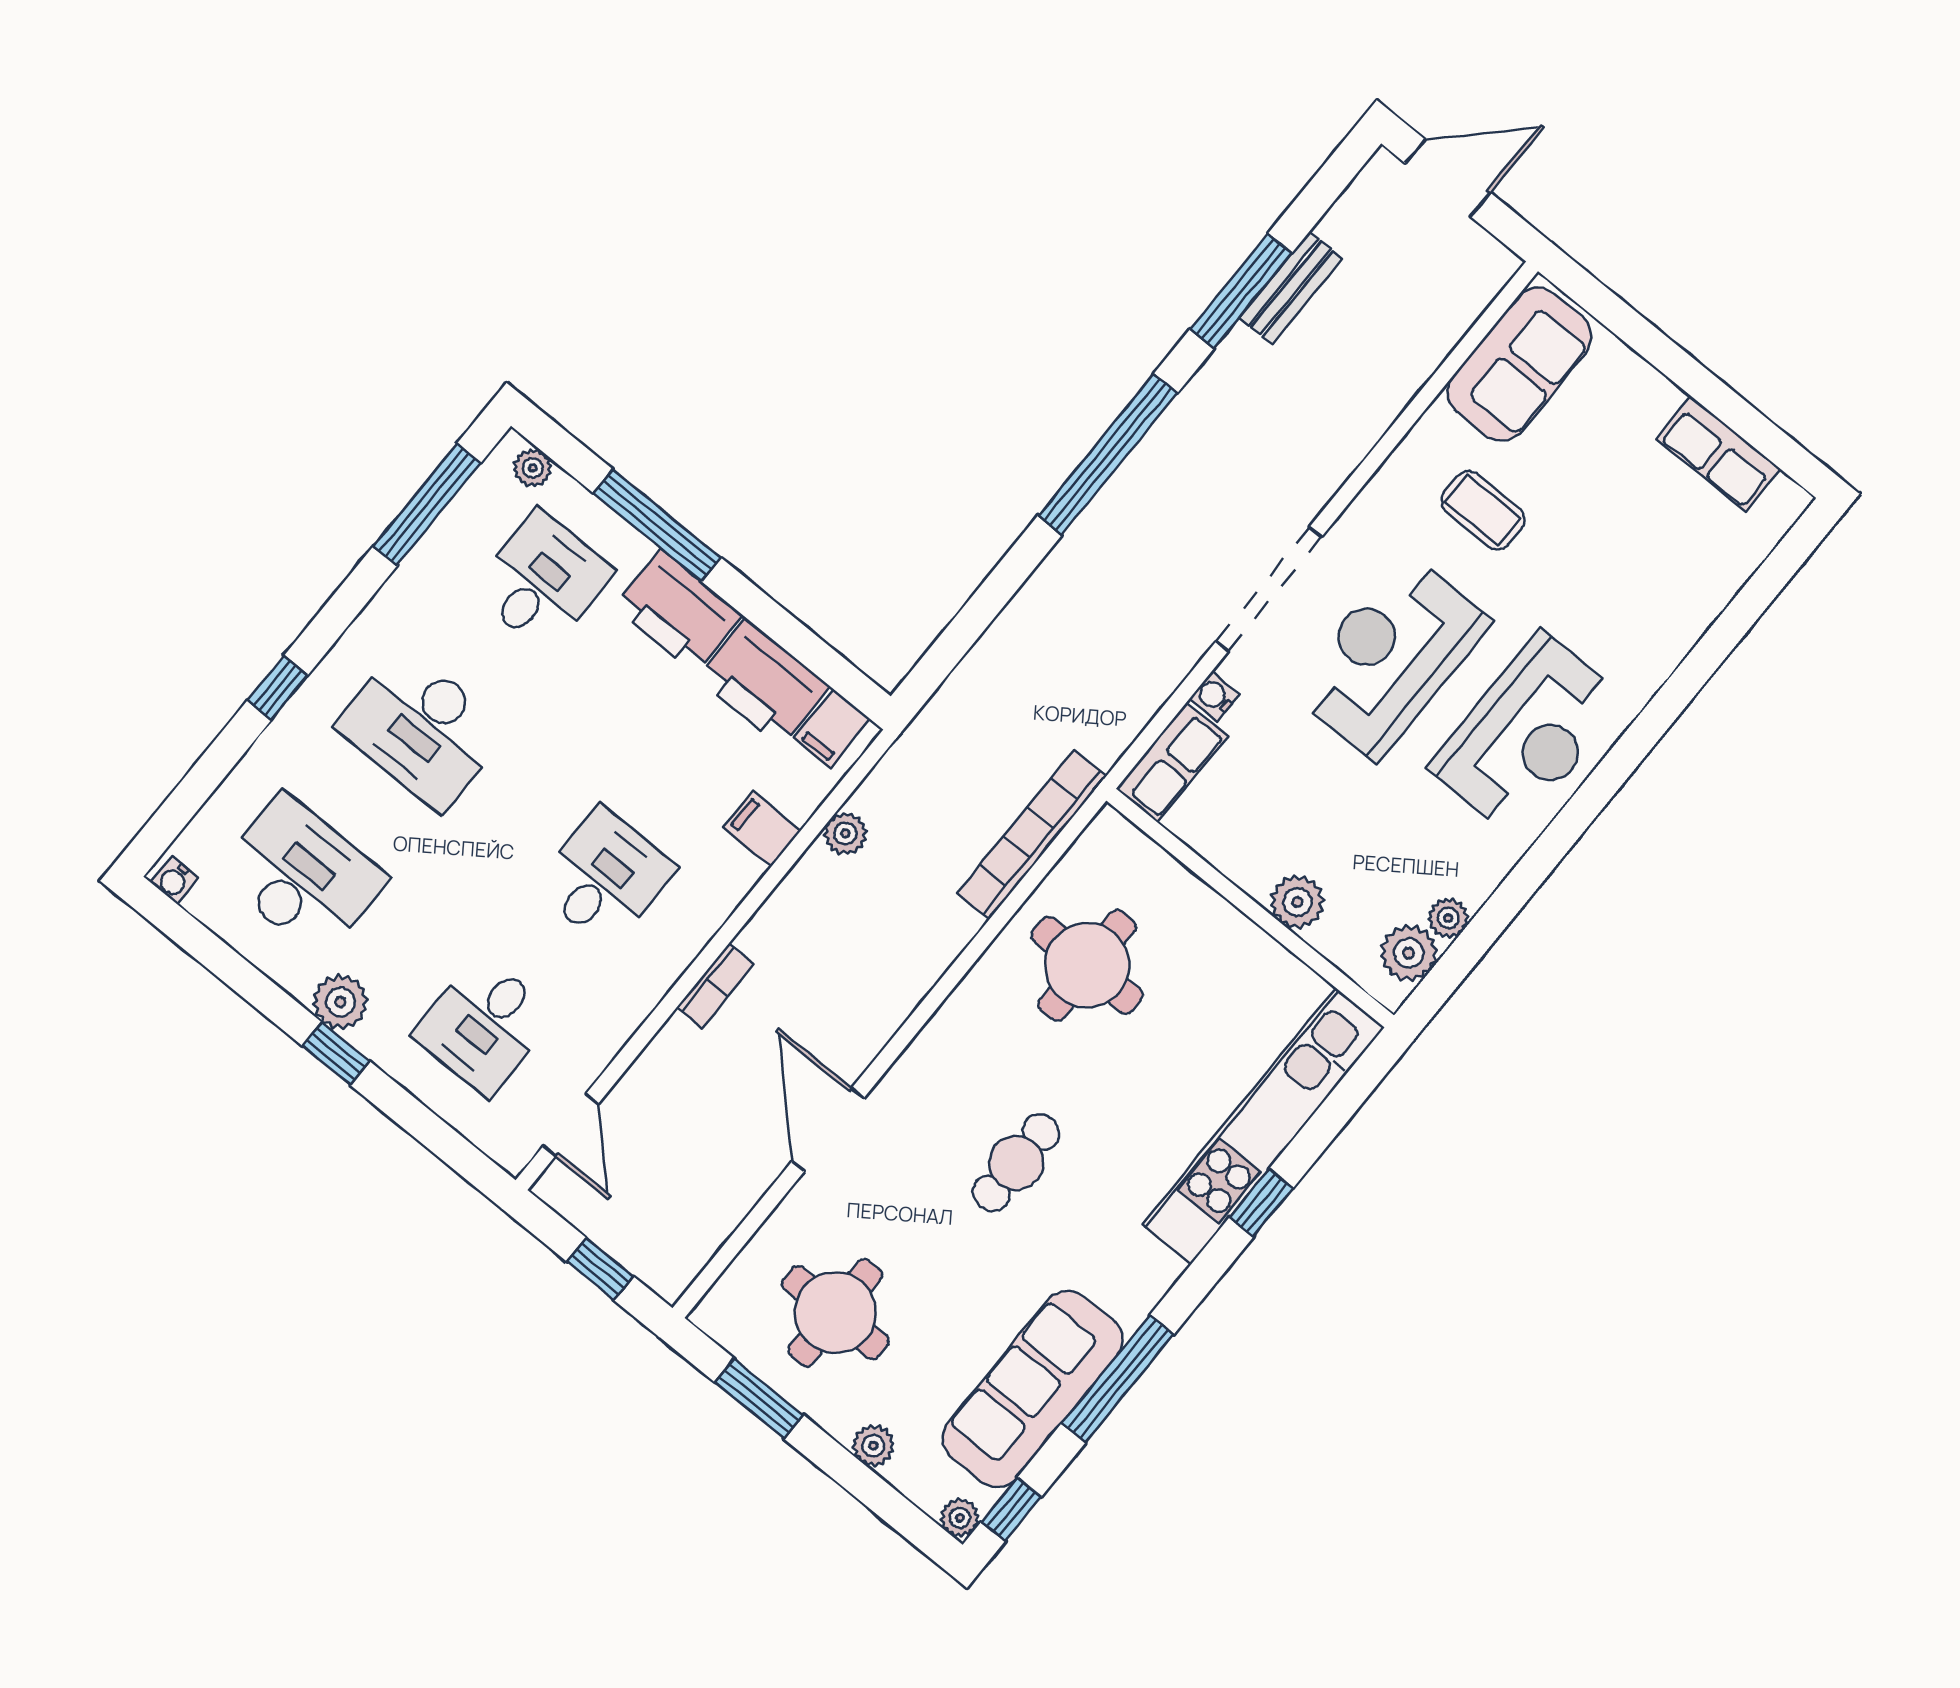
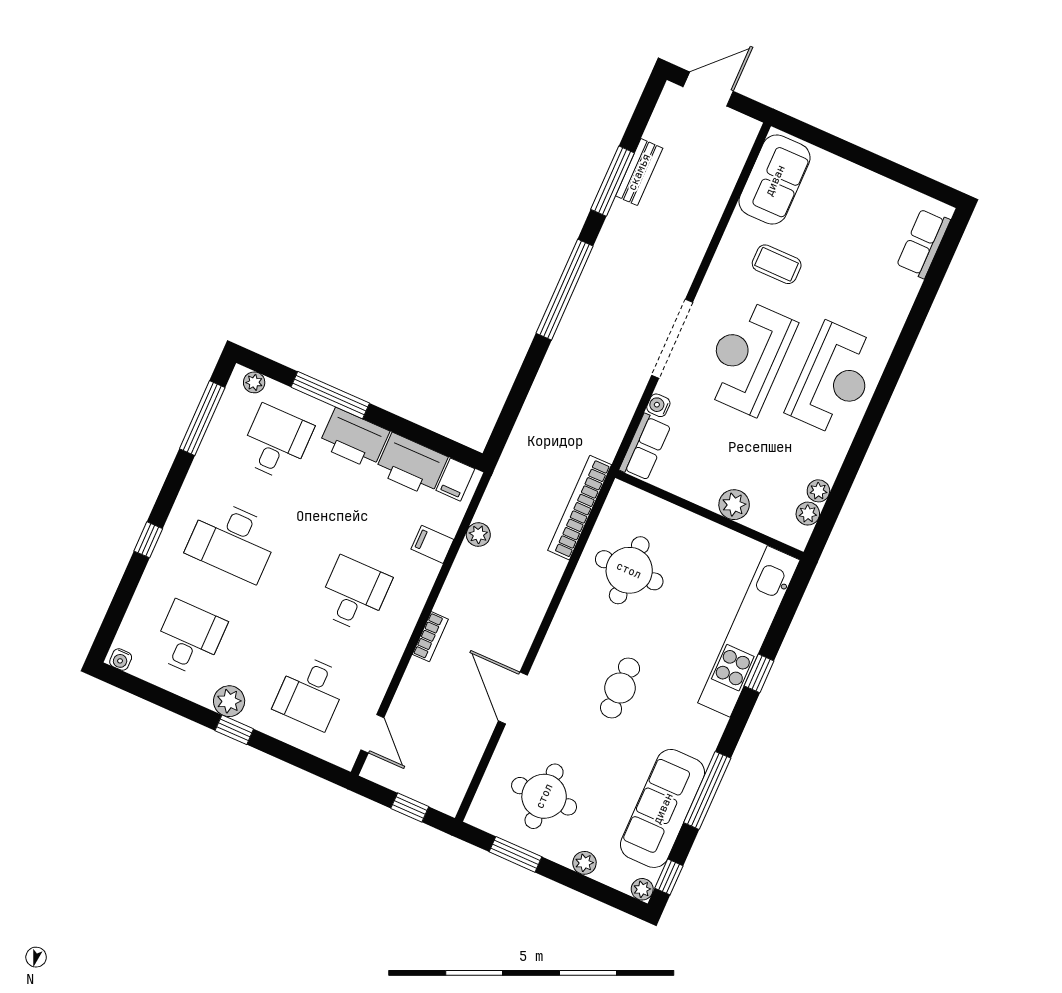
row of seats: (1718, 454) -> (923, 243), moved, turned 90
desk: (302, 876) -> (189, 638), width x0.73
plant: (1409, 953) -> (808, 514), width x0.73, depth x0.73

